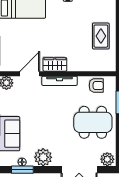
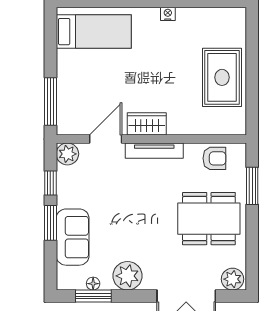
rug: (101, 36) -> (222, 77), width x1.36, depth x1.43

